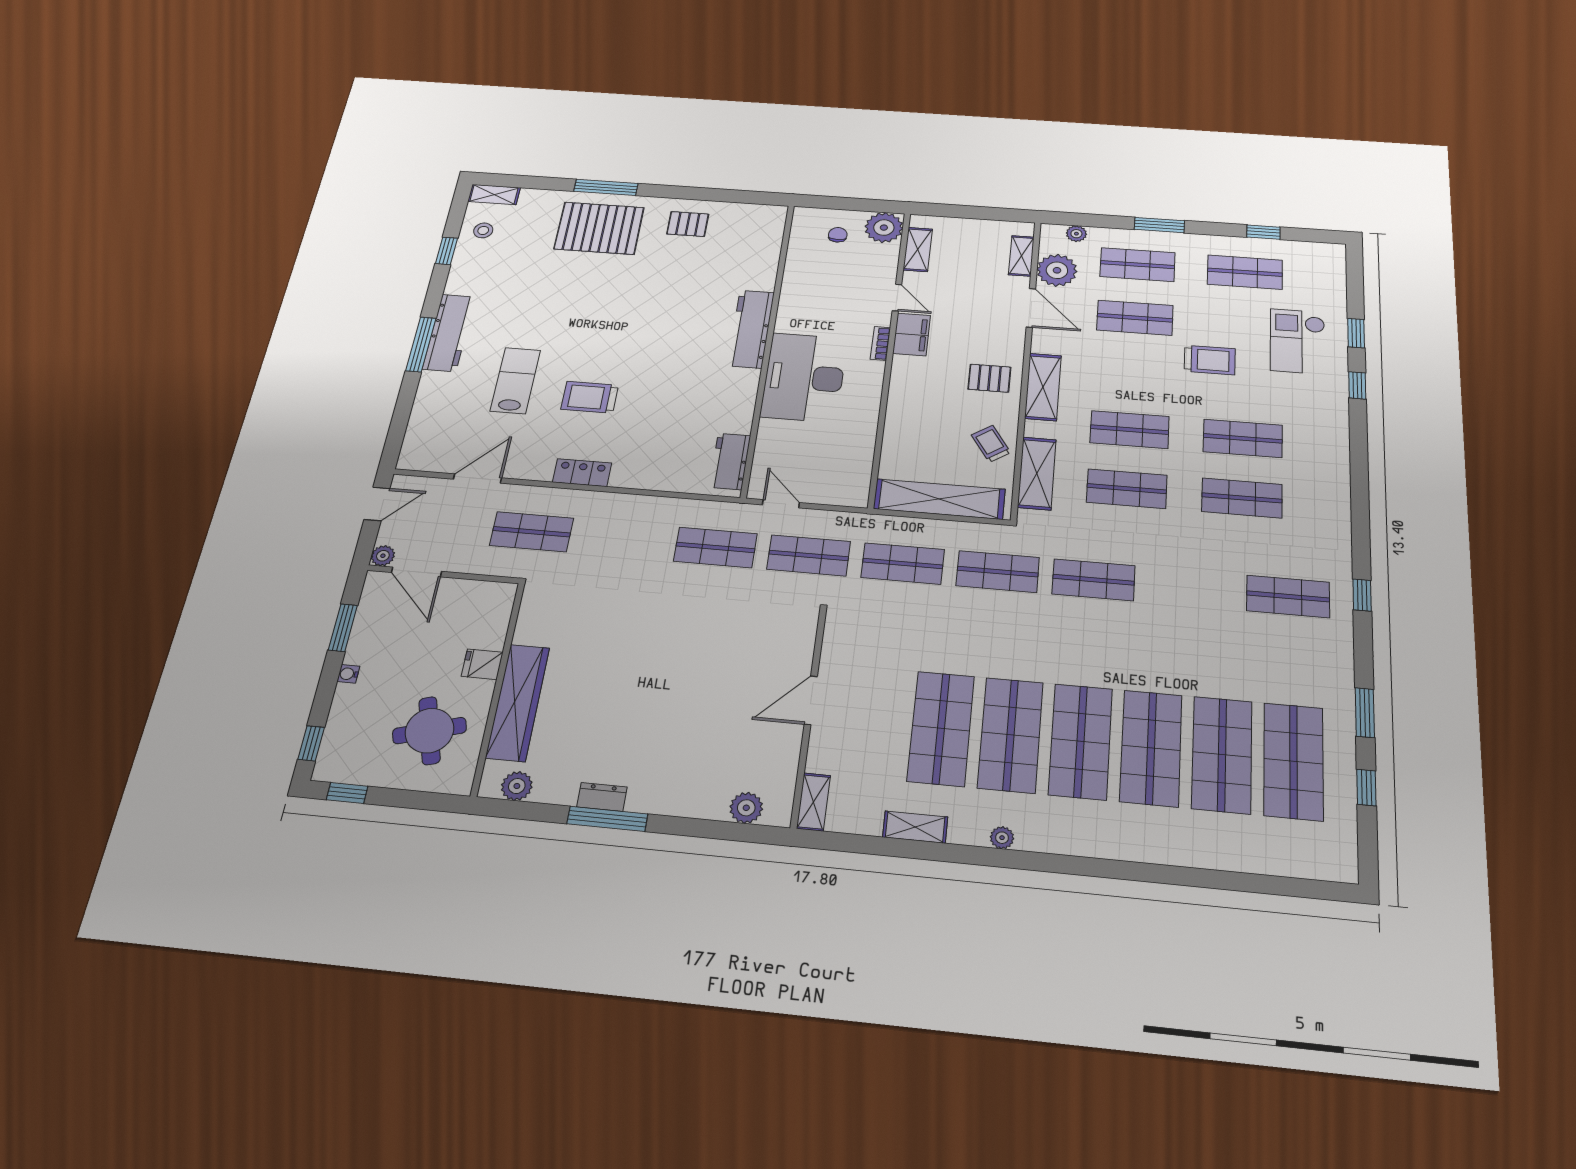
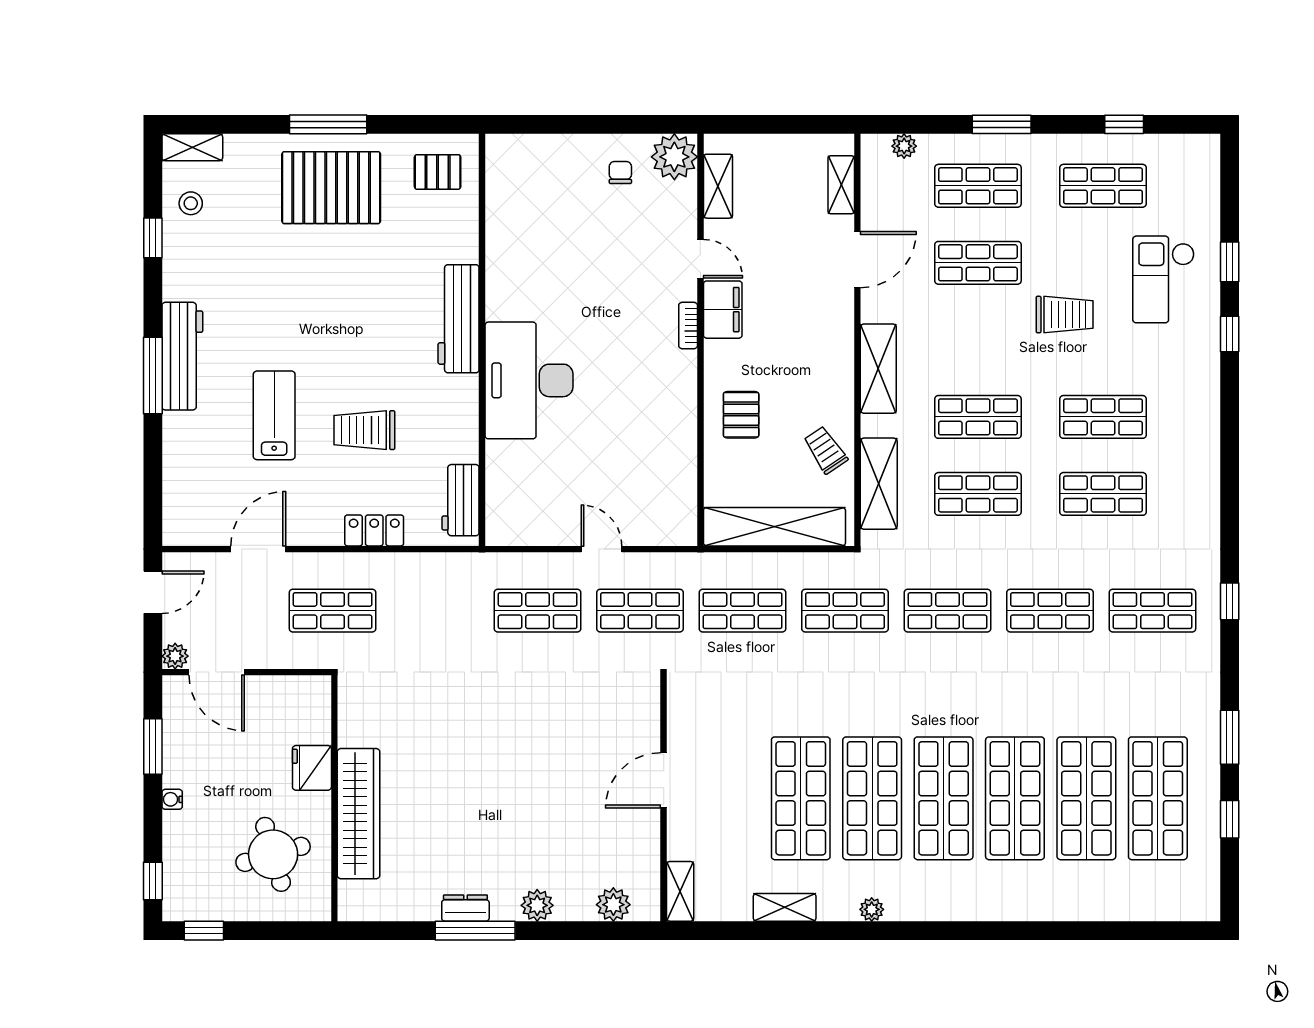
plant: (1057, 270) -> (884, 202), removed
door: (1031, 308) -> (857, 260), hinge flipped
workbench: (751, 329) -> (459, 319), moved
wall: (768, 345) -> (482, 340), moved
desk: (804, 377) -> (529, 380), moved
pallet: (989, 378) -> (741, 415), moved, turned 90
workbench: (730, 461) -> (460, 500), moved
shop shelf: (1190, 588) -> (1050, 611), added
fridge: (482, 664) -> (312, 768), width x1.38
plant: (517, 786) -> (537, 905), moved

